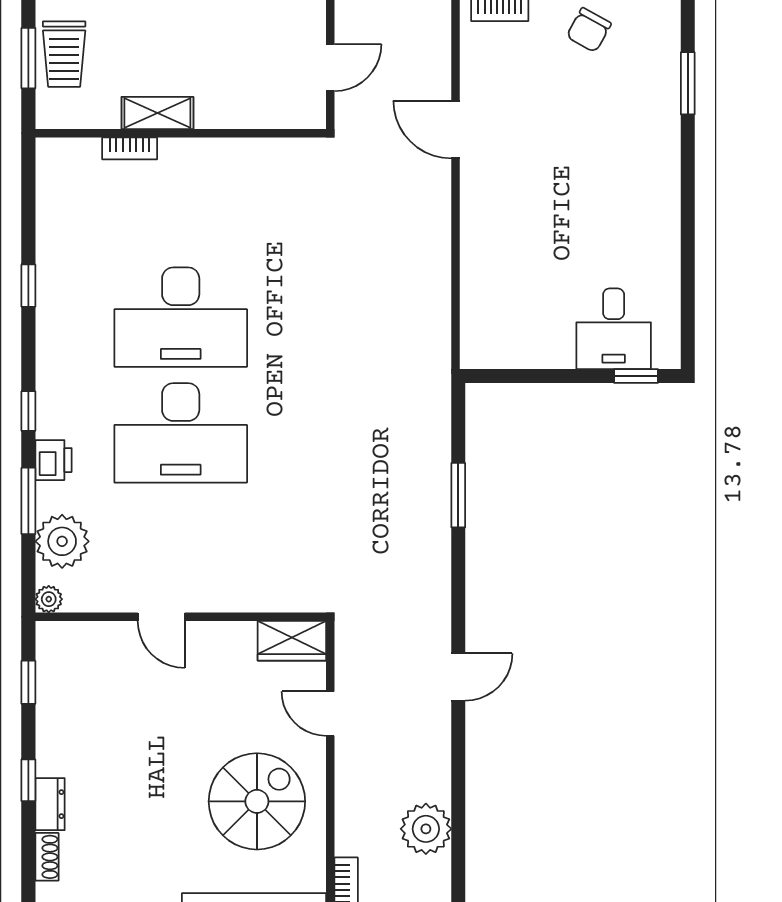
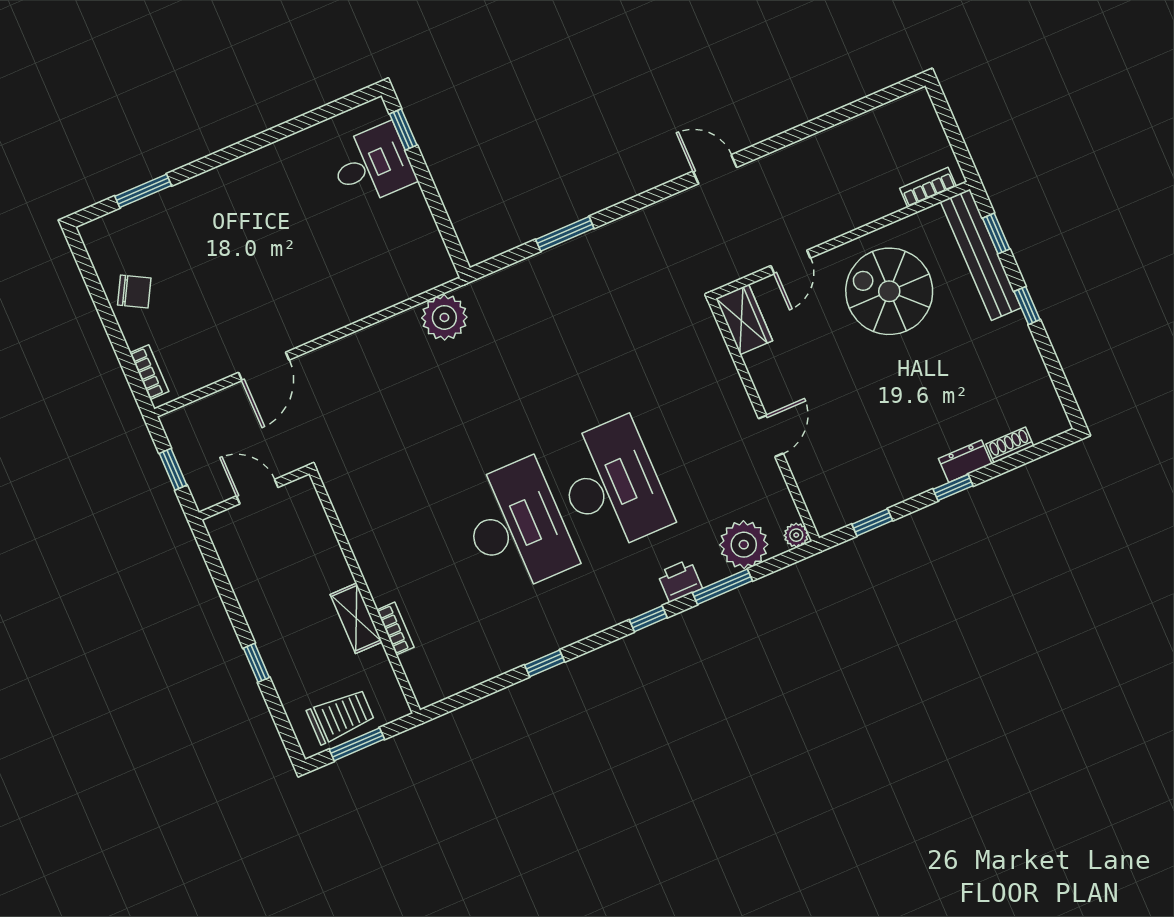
plant: (426, 829) -> (444, 317), moved

